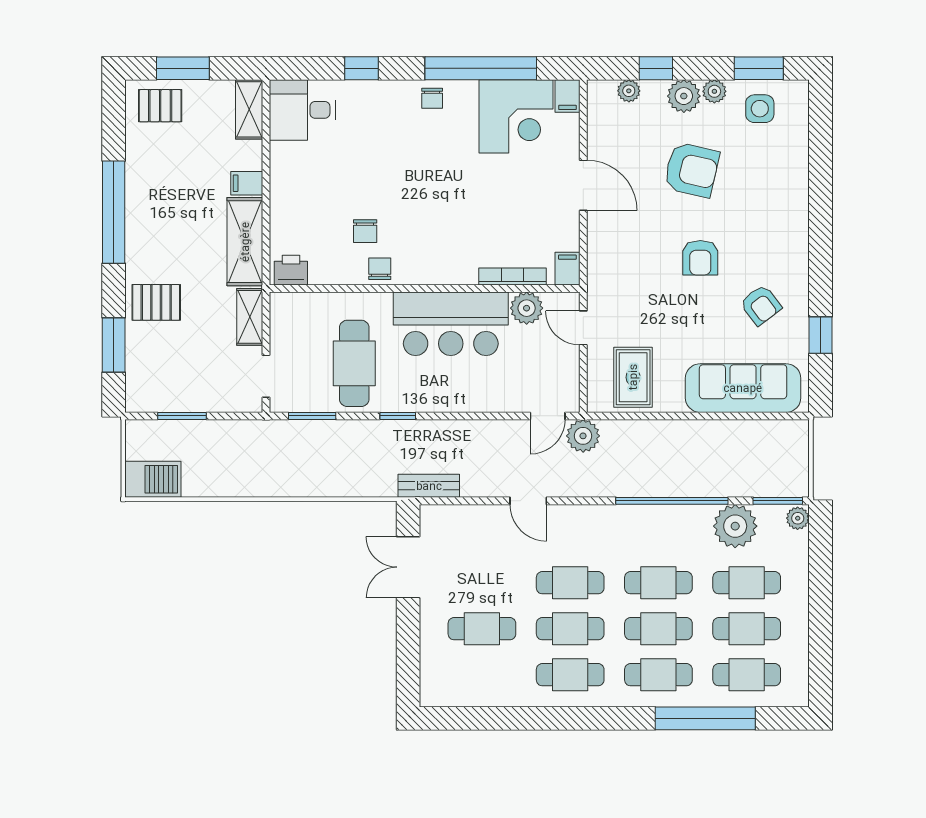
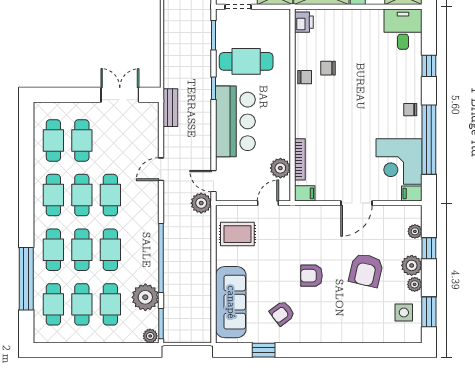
bar counter: (451, 324) -> (235, 121), moved, turned 180
cafe table: (482, 675) -> (53, 140), added

